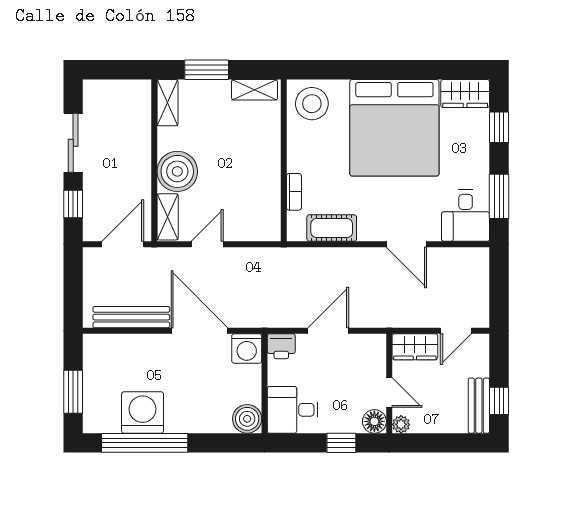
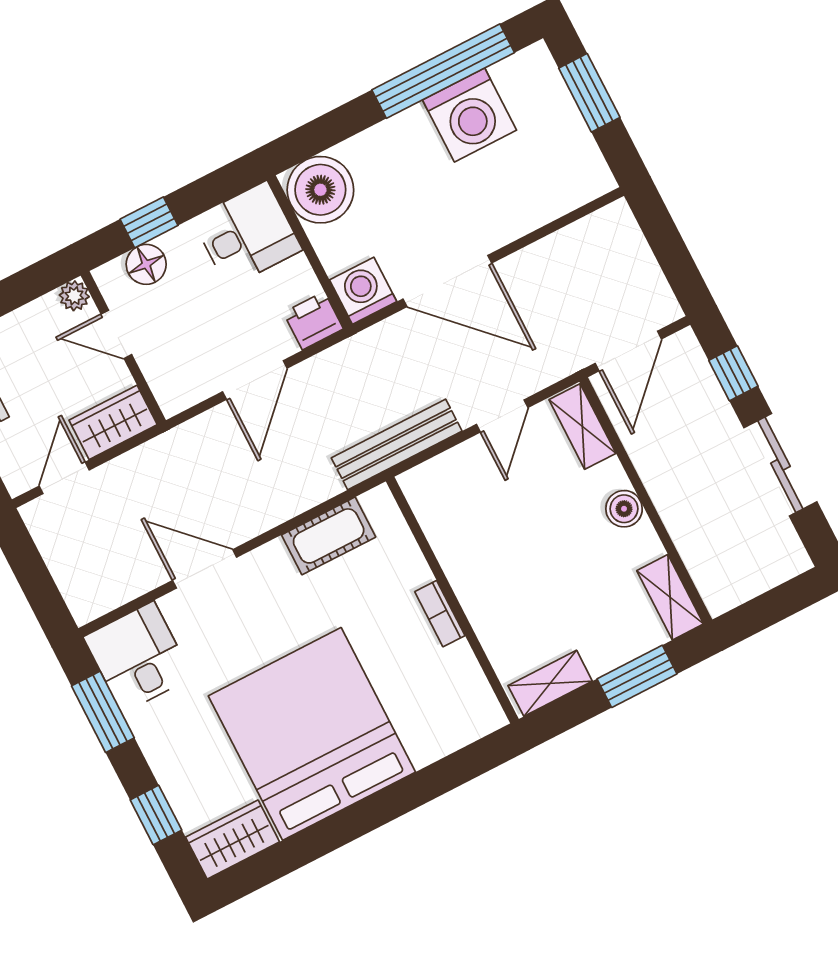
stool: (312, 104) -> (454, 707), removed
boiler: (177, 171) -> (624, 509), width x0.54, depth x0.54
bookcase: (294, 192) -> (440, 614), moved
bench: (131, 317) -> (397, 444), moved
boiler: (247, 419) -> (320, 190), width x1.37, depth x1.37
floor lamp: (374, 421) -> (146, 264), moved

